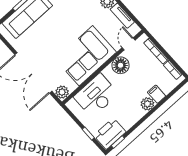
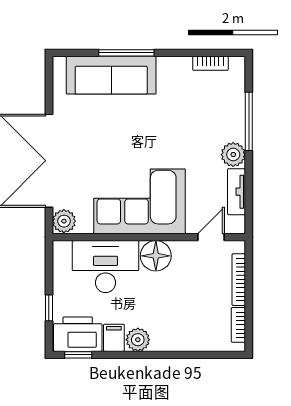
floor lamp: (120, 65) -> (156, 256), moved
filing cabinet: (157, 94) -> (114, 338), moved
plant: (147, 104) -> (138, 340), moved

